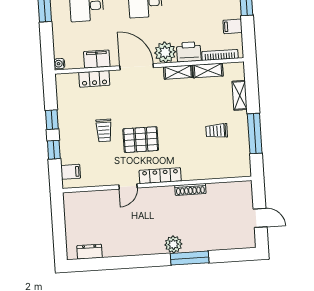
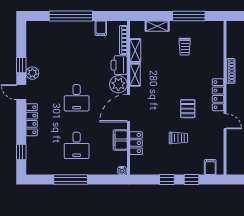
pallet: (141, 140) -> (188, 109), width x0.67, depth x0.71

